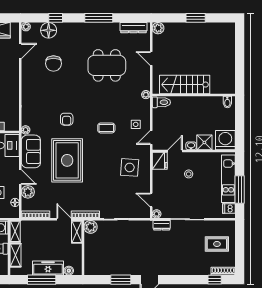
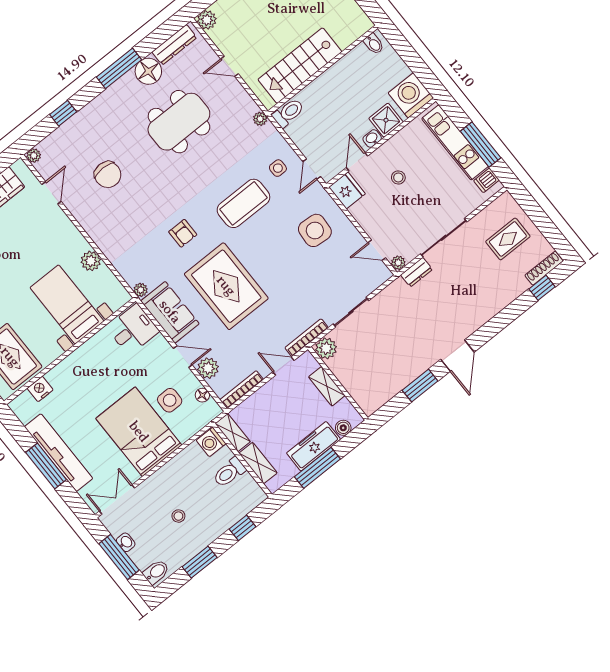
floor lamp: (49, 30) -> (148, 71), moved
plant: (13, 98) -> (91, 261), added
coffee table: (106, 128) -> (243, 203), width x1.86, depth x1.72
shelving: (77, 232) -> (327, 386), moved

